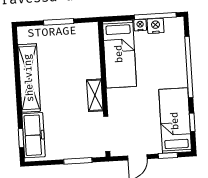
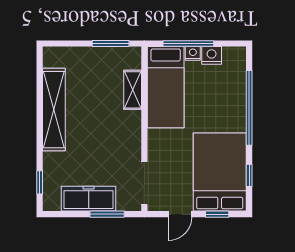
window: (155, 16) -> (188, 43), moved
window: (59, 22) -> (111, 43), moved
shelving: (95, 95) -> (133, 90), moved
bed: (175, 121) -> (220, 172), width x1.50
freezer: (34, 135) -> (89, 199), moved, turned -90

